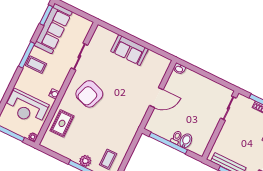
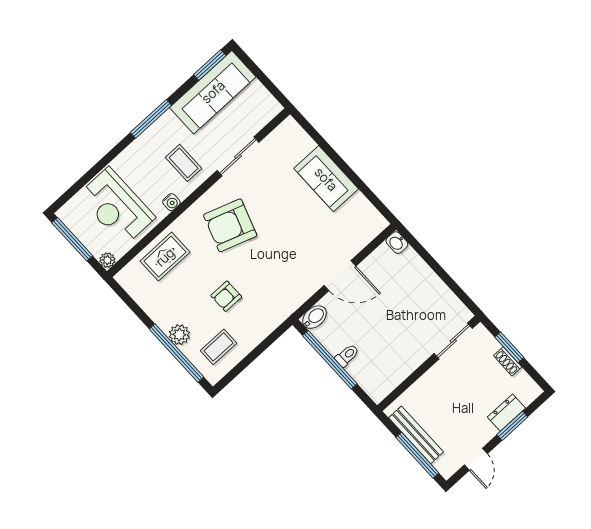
coffee table: (36, 65) -> (184, 163), moved
armchair: (102, 131) -> (226, 296), added
bidet: (186, 141) -> (314, 317), moved

